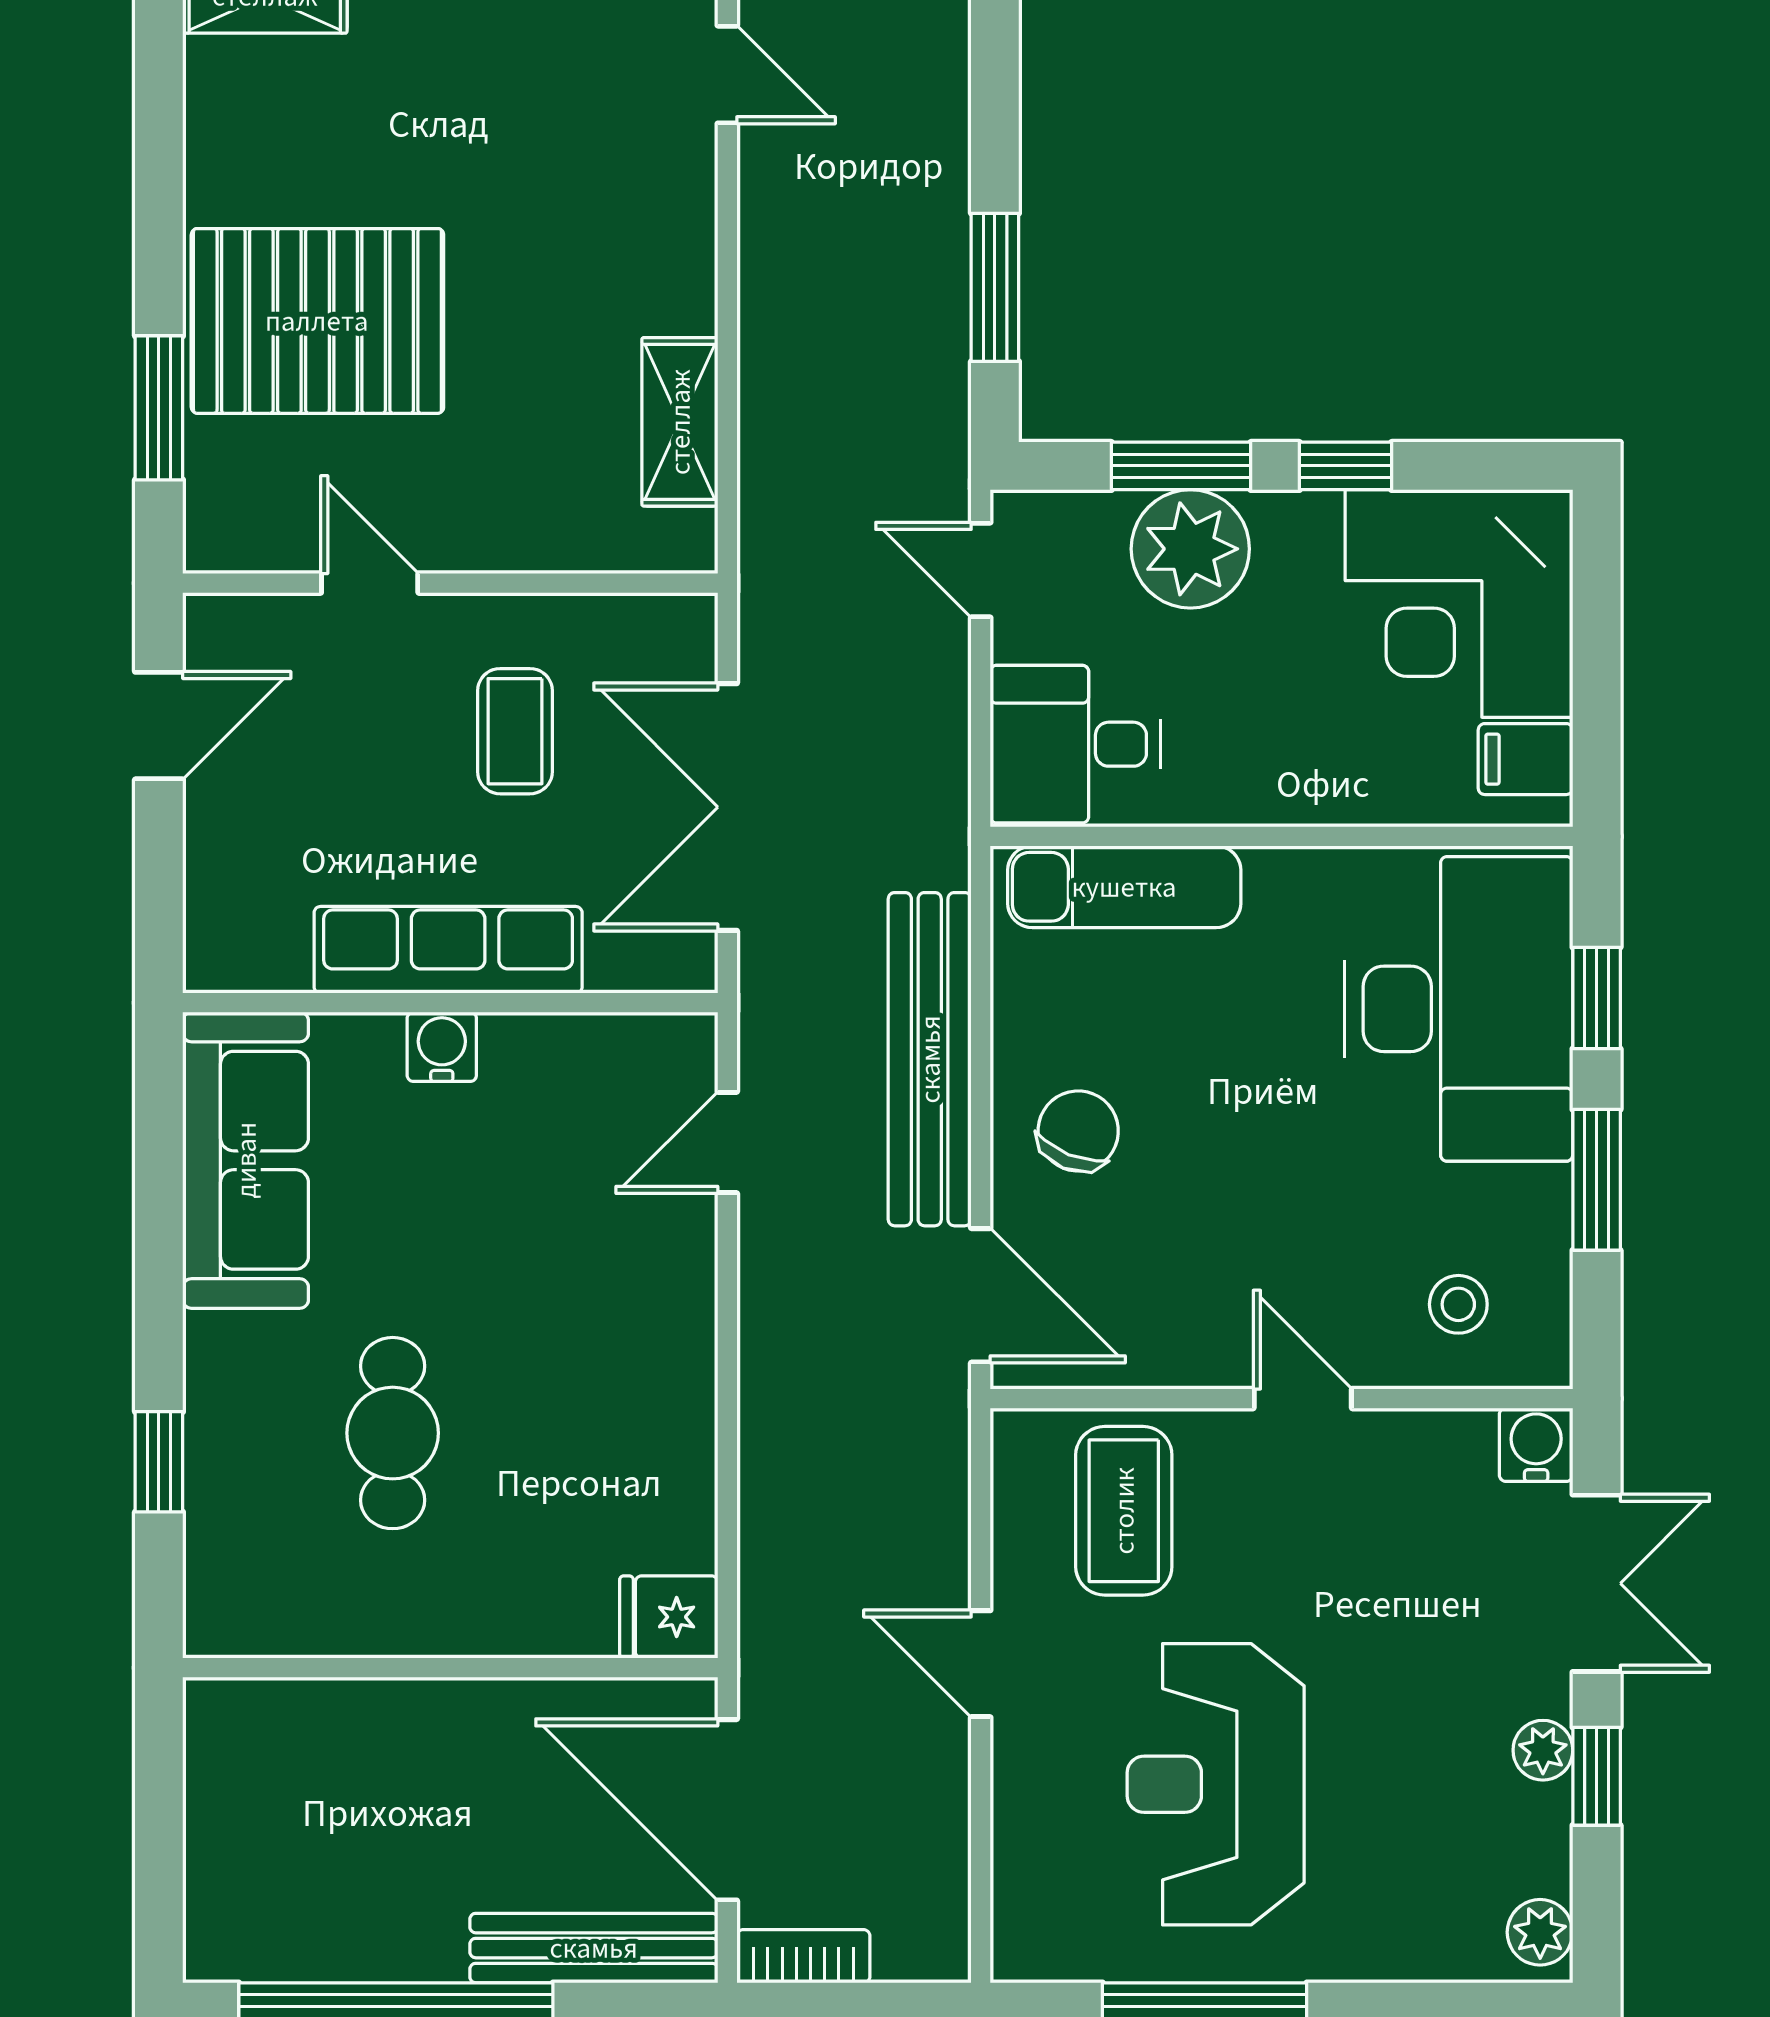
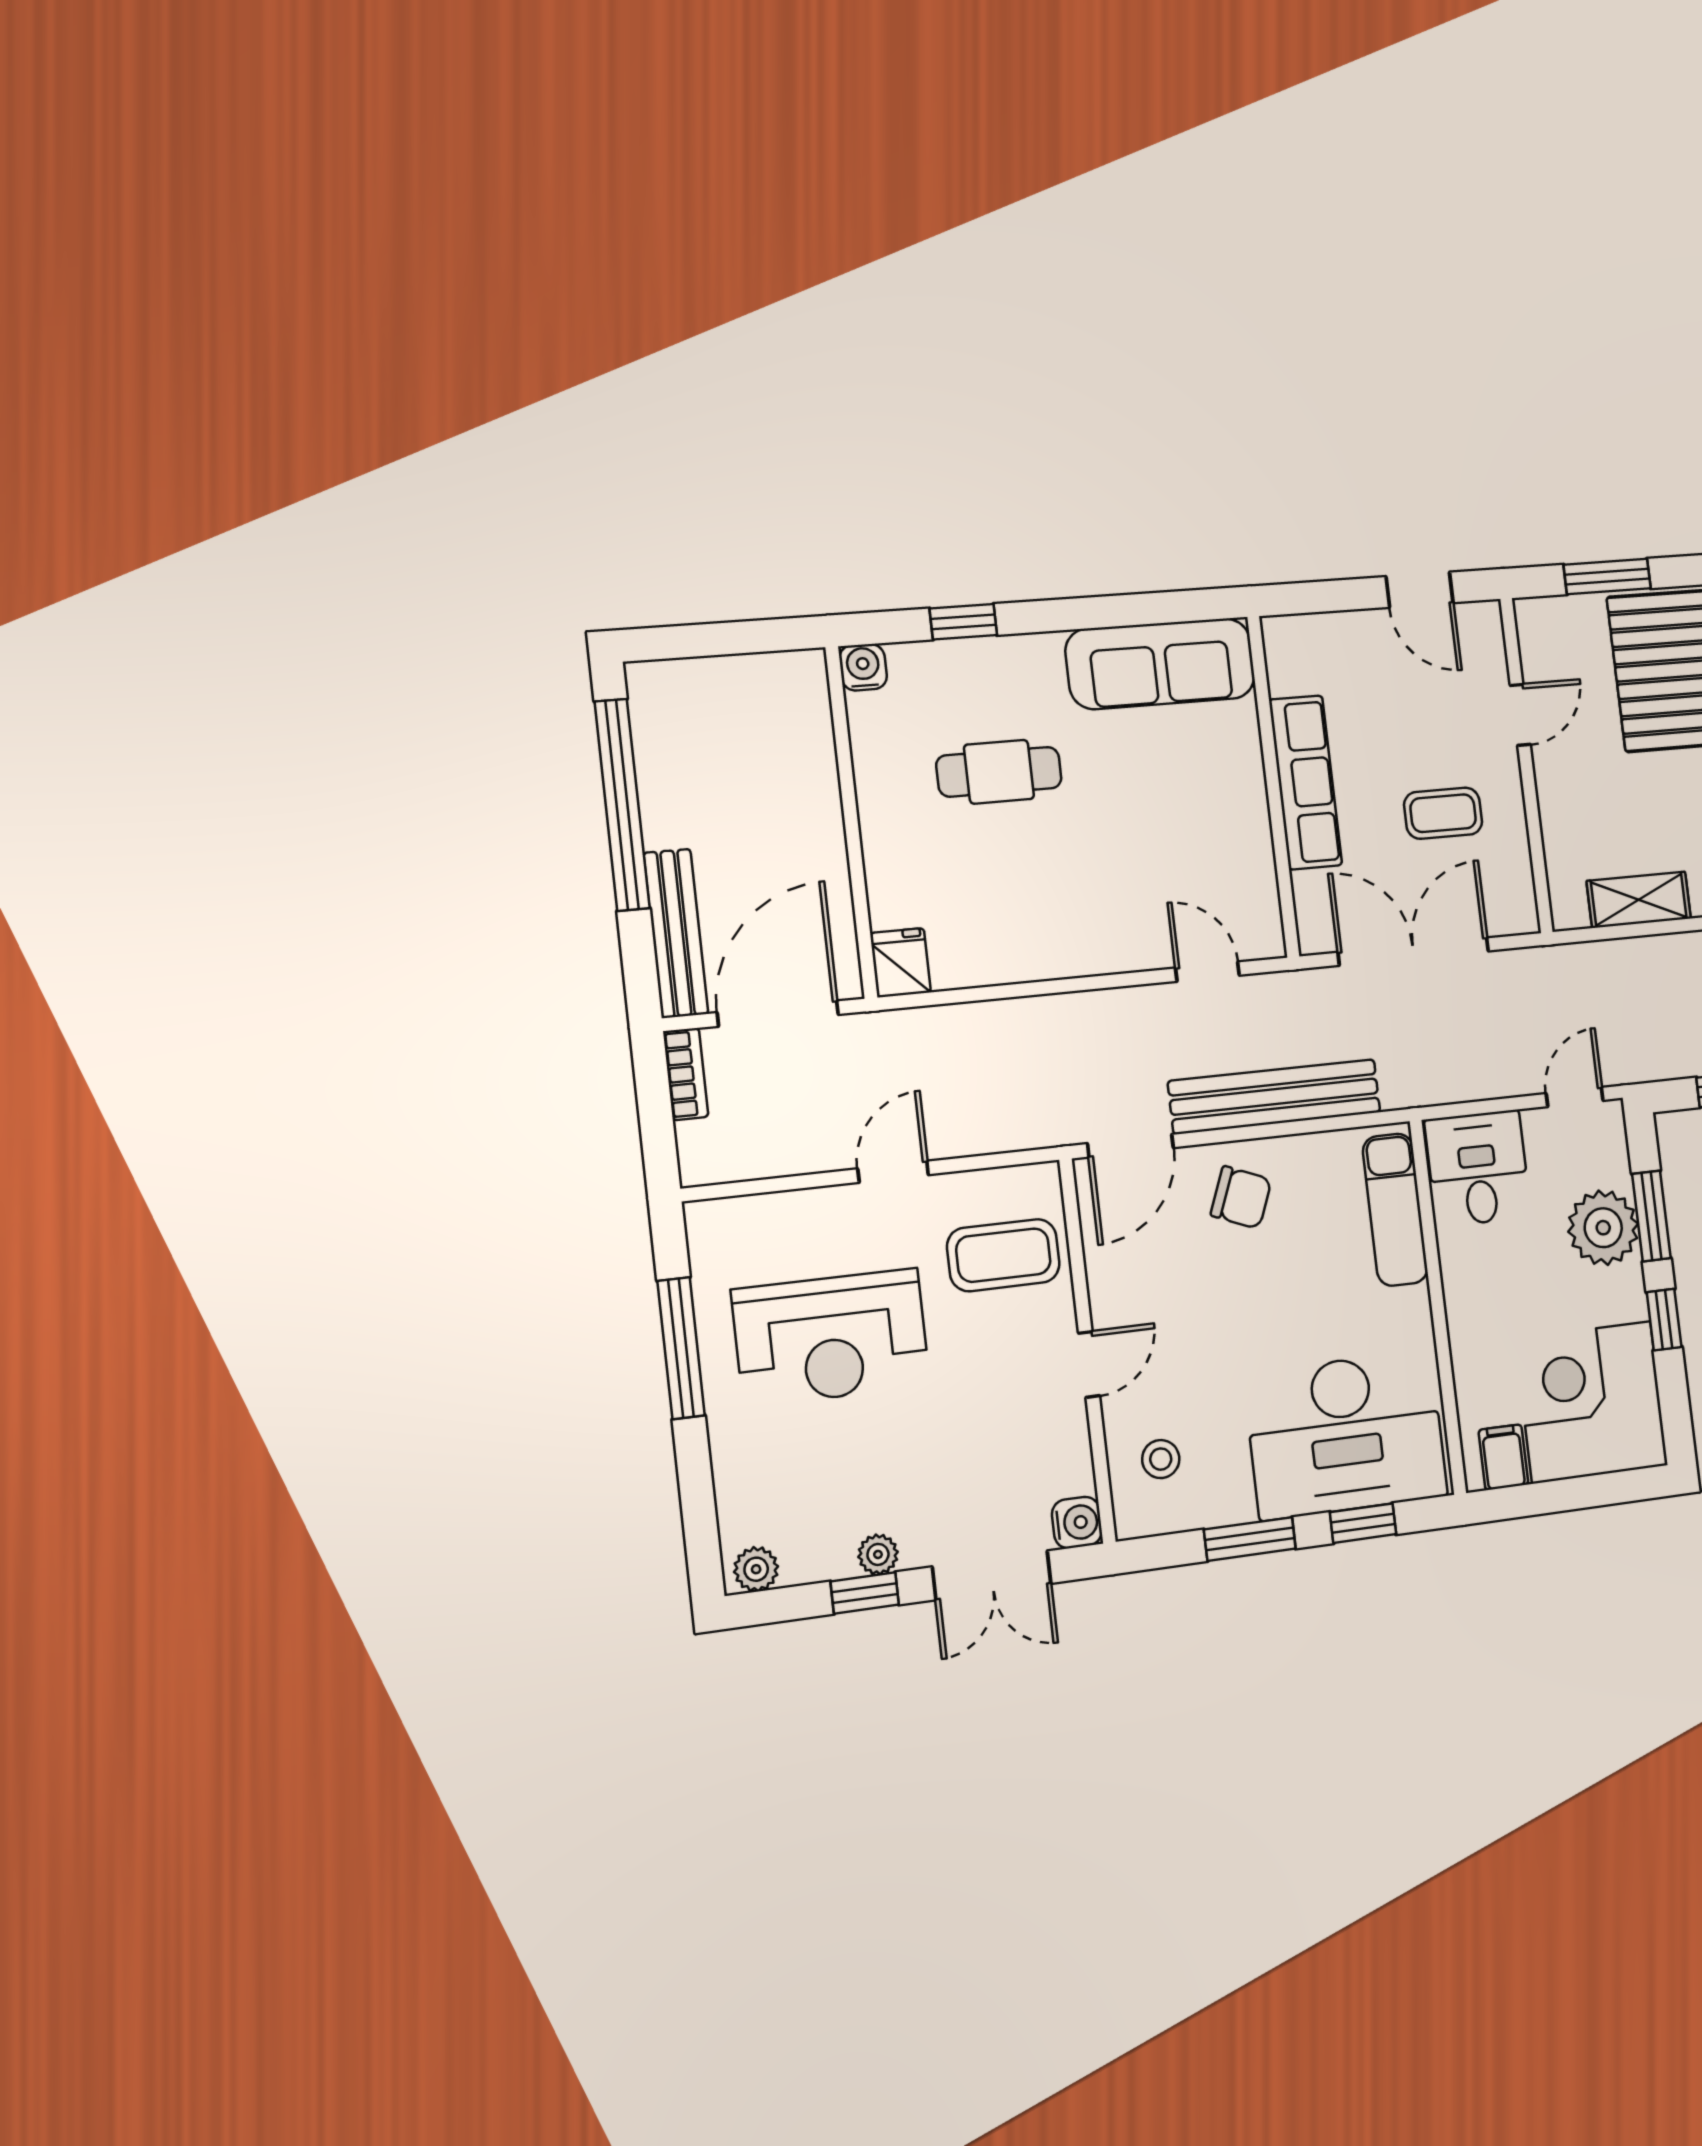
water cooler: (442, 1047) -> (863, 667), moved, turned -90
reception desk: (1216, 1784) -> (831, 1338), turned 180

